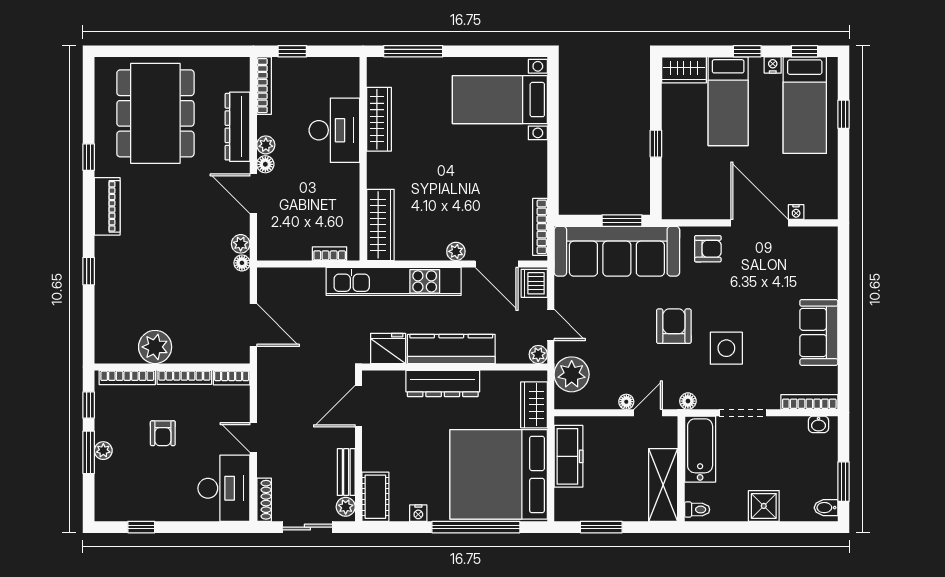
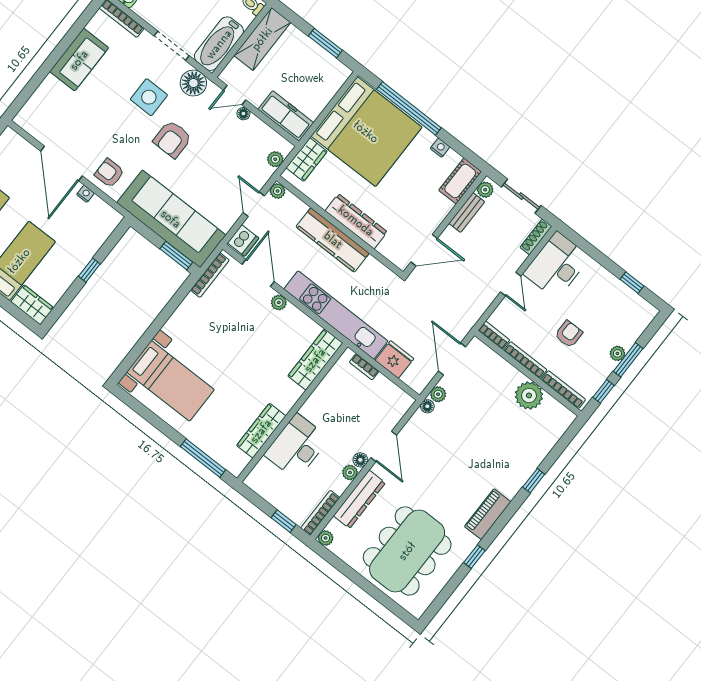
plant: (241, 66) -> (326, 538), added
nightstand: (796, 212) -> (85, 194), moved
window: (622, 221) -> (176, 256), moved
plant: (241, 244) -> (438, 394), moved
fridge: (388, 348) -> (394, 360), moved, turned 180
plant: (572, 374) -> (275, 159), width x0.53, depth x0.53
floor lamp: (688, 401) -> (193, 83), width x1.89, depth x1.89
freezer: (568, 456) -> (286, 116), moved, turned 90

